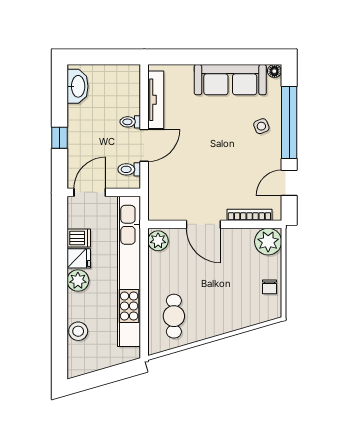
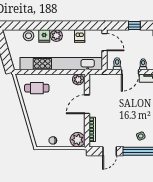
door: (144, 145) -> (130, 72), hinge flipped
door: (289, 183) -> (110, 151), swing flipped
fridge: (79, 258) -> (44, 36), moved

